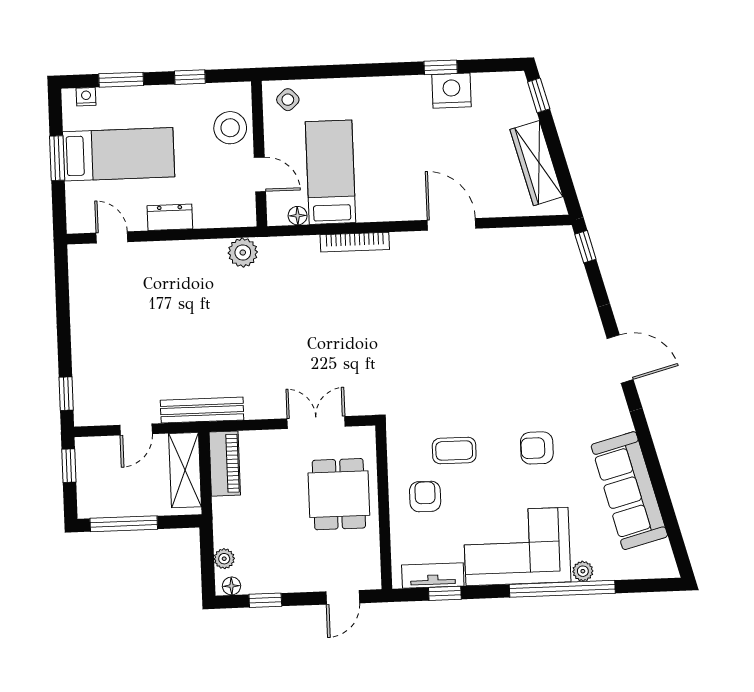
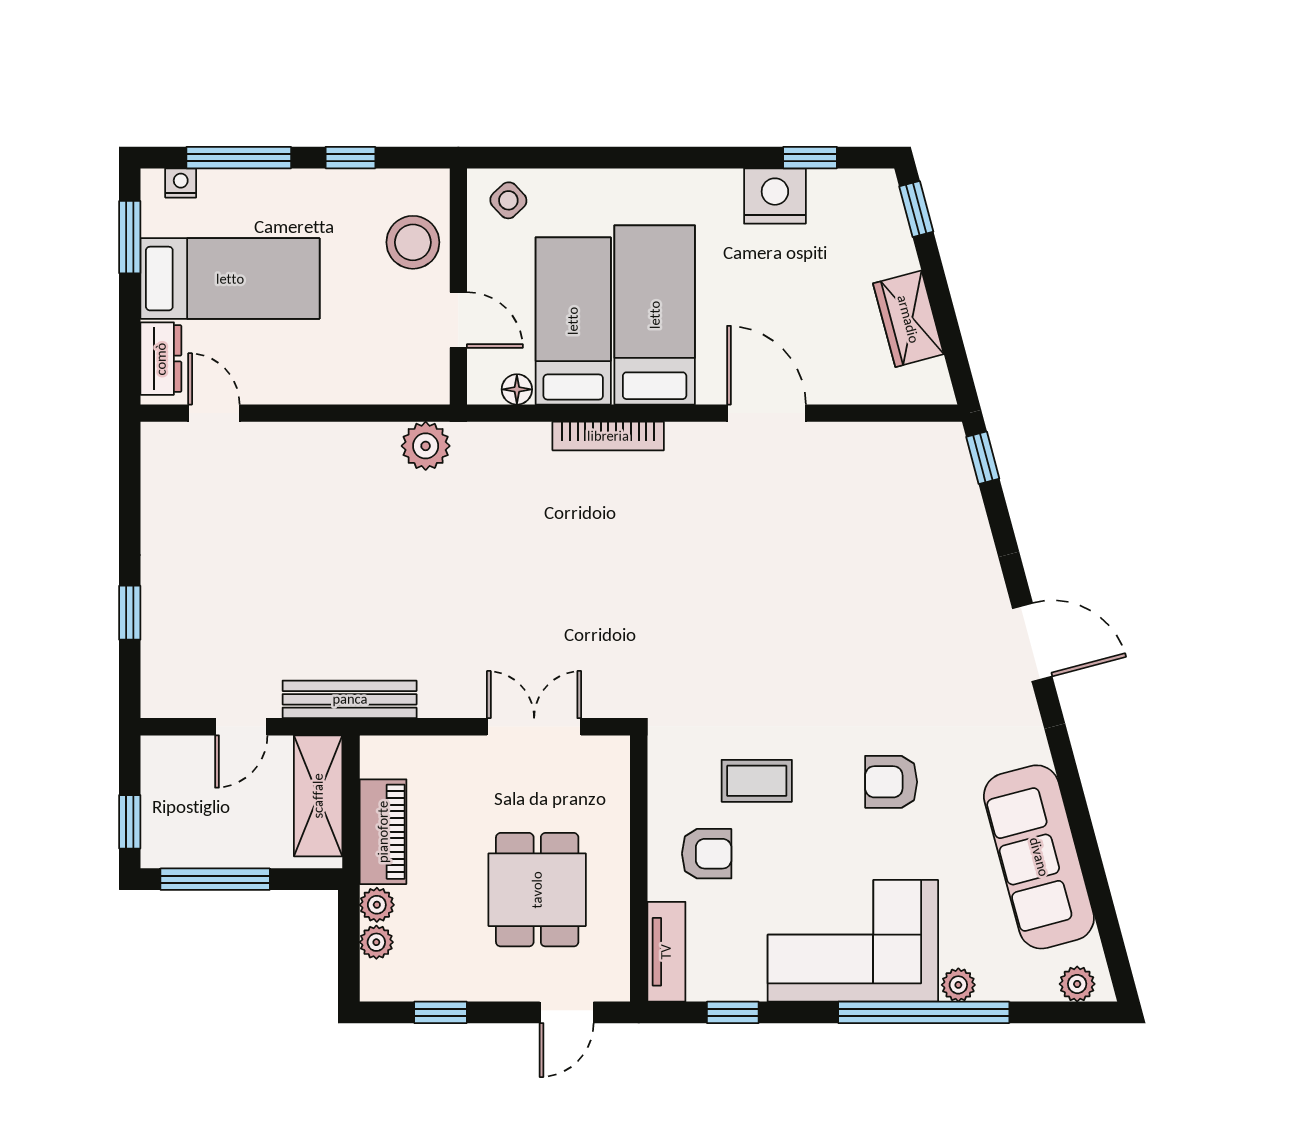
window: (441, 67) -> (810, 158), moved
window: (121, 80) -> (239, 158), width x1.44
window: (57, 158) -> (130, 237), moved
wardrobe: (537, 163) -> (908, 319), width x0.67
bed: (380, 167) -> (655, 315), added
dresser: (170, 217) -> (161, 359), moved, turned 90
window: (66, 394) -> (130, 613), moved
piano: (225, 464) -> (383, 832), moved
window: (69, 466) -> (130, 822), moved
dining table: (339, 494) -> (537, 890), moved
armchair: (425, 496) -> (707, 854), turned 90
plant: (224, 536) -> (377, 905), added
plant: (656, 568) -> (1077, 984), added
tv unit: (433, 575) -> (666, 952), moved, turned 90
floor lamp: (232, 586) -> (386, 987), removed

